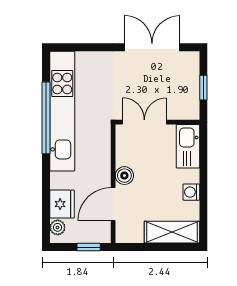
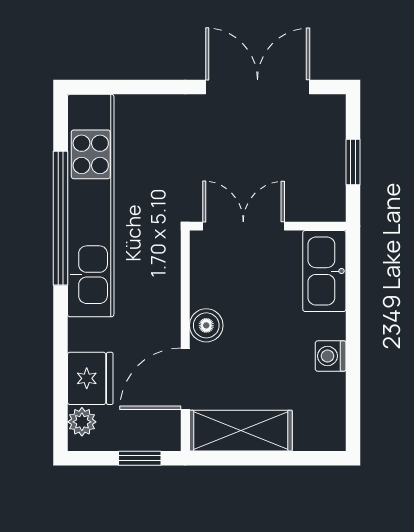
shelving: (172, 232) -> (241, 431), moved

